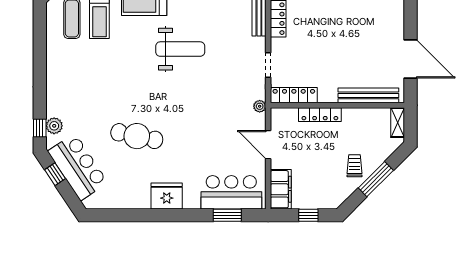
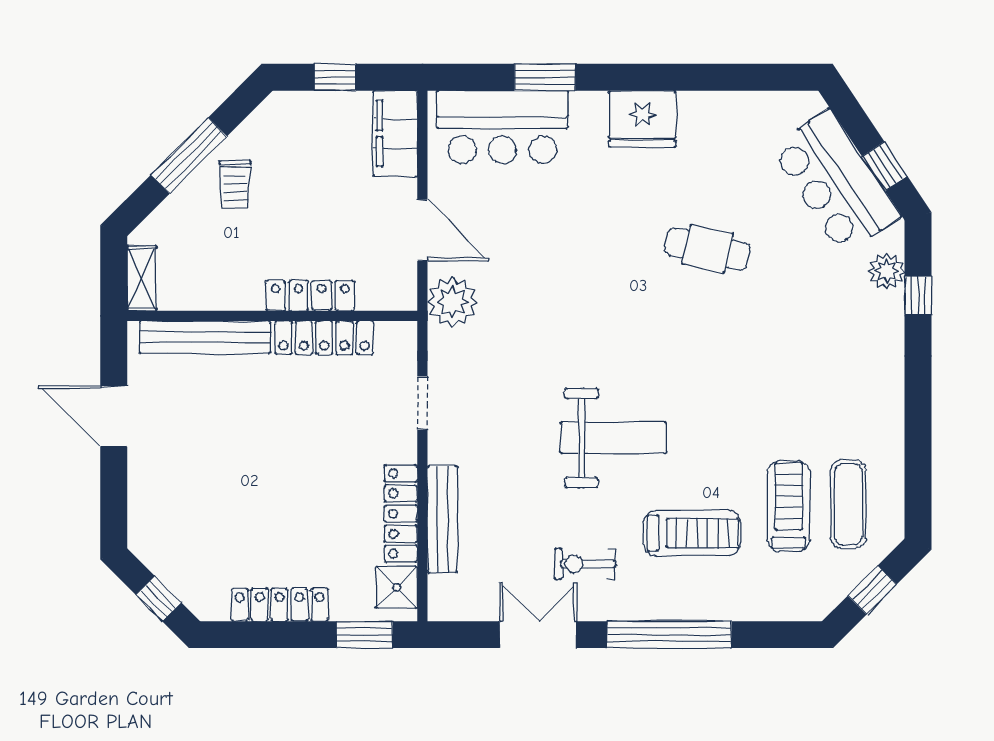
weight bench: (180, 49) -> (613, 438), turned 180
door: (410, 59) -> (114, 416), width x0.73
locker: (294, 95) -> (324, 338), moved
plant: (260, 106) -> (453, 302), width x1.88, depth x1.88
window: (40, 128) -> (918, 296), moved
cafe table: (137, 136) -> (707, 249), width x0.73, depth x0.74
window: (227, 215) -> (545, 77), moved

